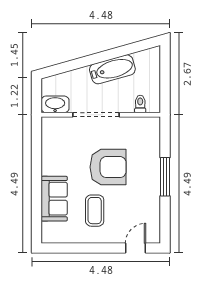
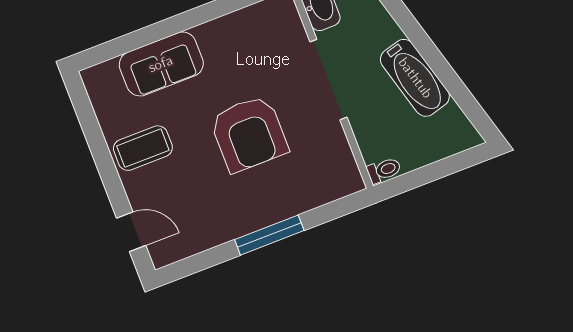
toilet: (140, 104) -> (384, 170), moved
coffee table: (95, 211) -> (143, 148), moved

